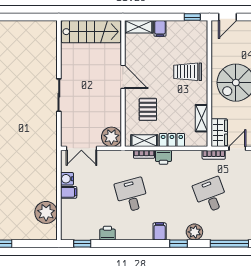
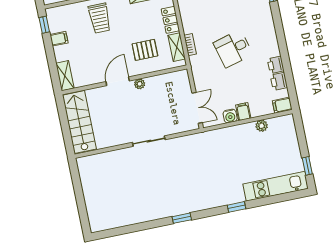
filing cabinet: (160, 28) -> (59, 39), moved
plant: (111, 137) -> (140, 84), moved, width x0.53, depth x0.53
printer: (163, 157) -> (279, 81), moved, turned 180
plant: (46, 212) -> (262, 126), width x0.53, depth x0.53
filing cabinet: (160, 231) -> (282, 105), moved
window: (82, 244) -> (291, 88), removed

